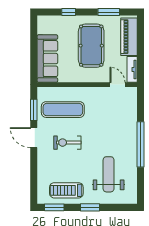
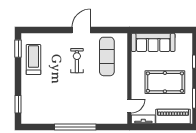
window: (34, 110) -> (107, 30), removed
weight bench: (109, 174) -> (48, 98), removed
window: (90, 207) -> (18, 104), moved

